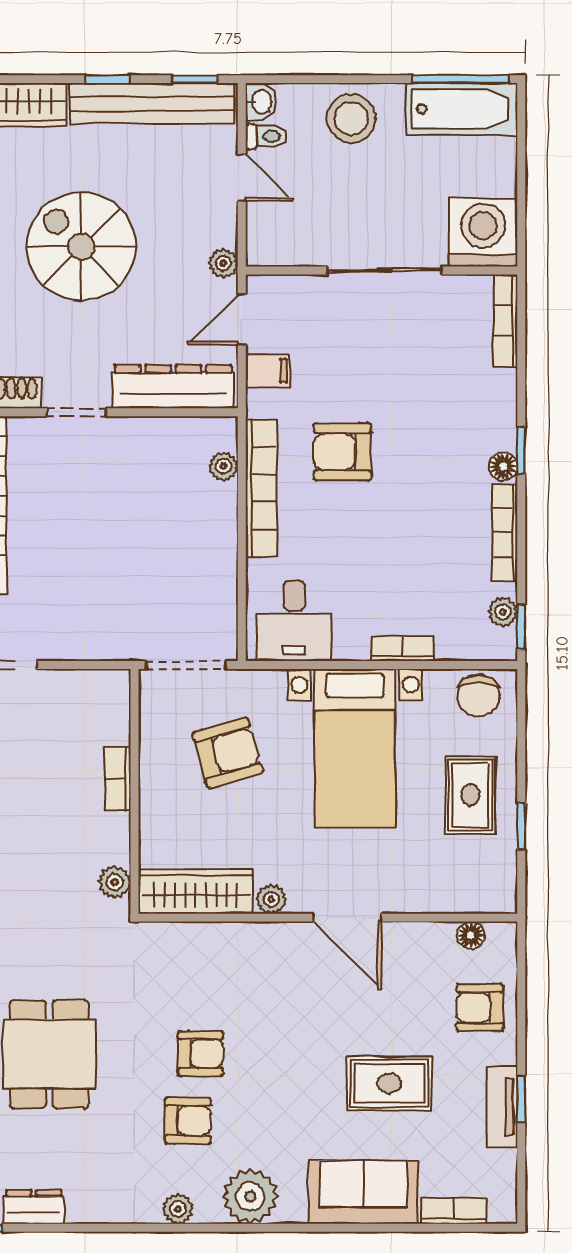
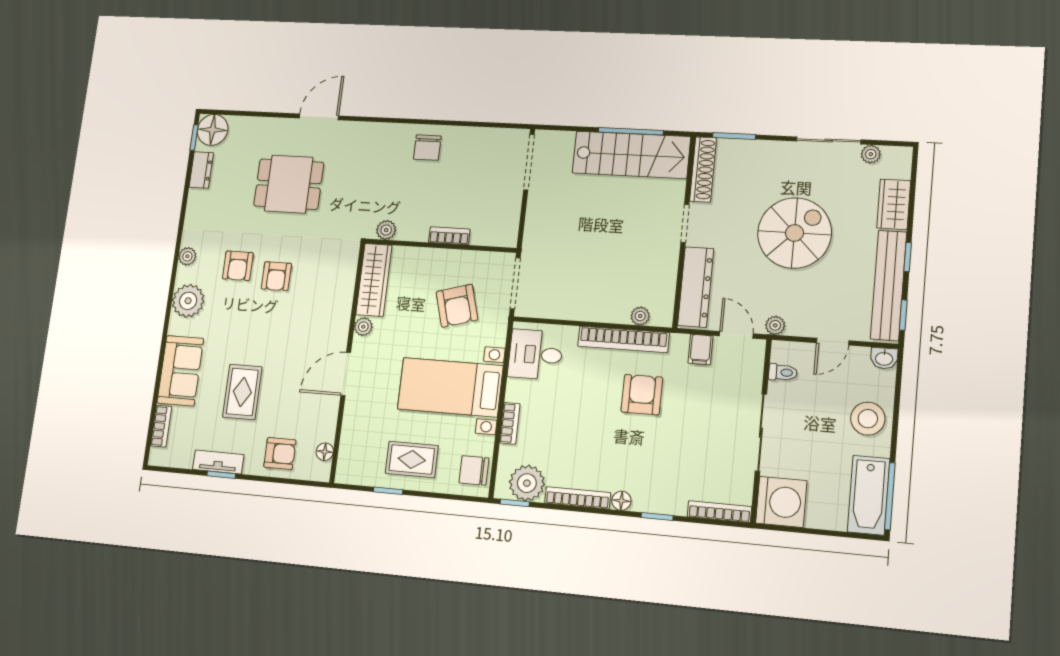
toilet: (266, 136) -> (783, 372), moved, turned -90
window: (521, 450) -> (657, 516), moved
plant: (503, 612) -> (527, 483), width x1.88, depth x1.88
armchair: (480, 1008) -> (280, 453), turned 90

